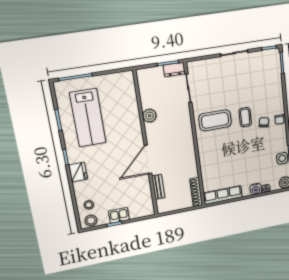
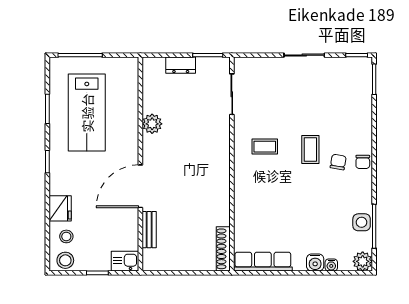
dresser: (174, 70) -> (181, 65), moved
plant: (150, 116) -> (152, 124), moved
coffee table: (215, 120) -> (265, 147), width x0.54, depth x0.58
wall: (146, 145) -> (140, 164), moved
door: (148, 159) -> (140, 186), moved
fridge: (78, 172) -> (60, 208), moved
bench: (158, 187) -> (149, 230), moved
kitchen sink: (119, 215) -> (125, 261), moved

